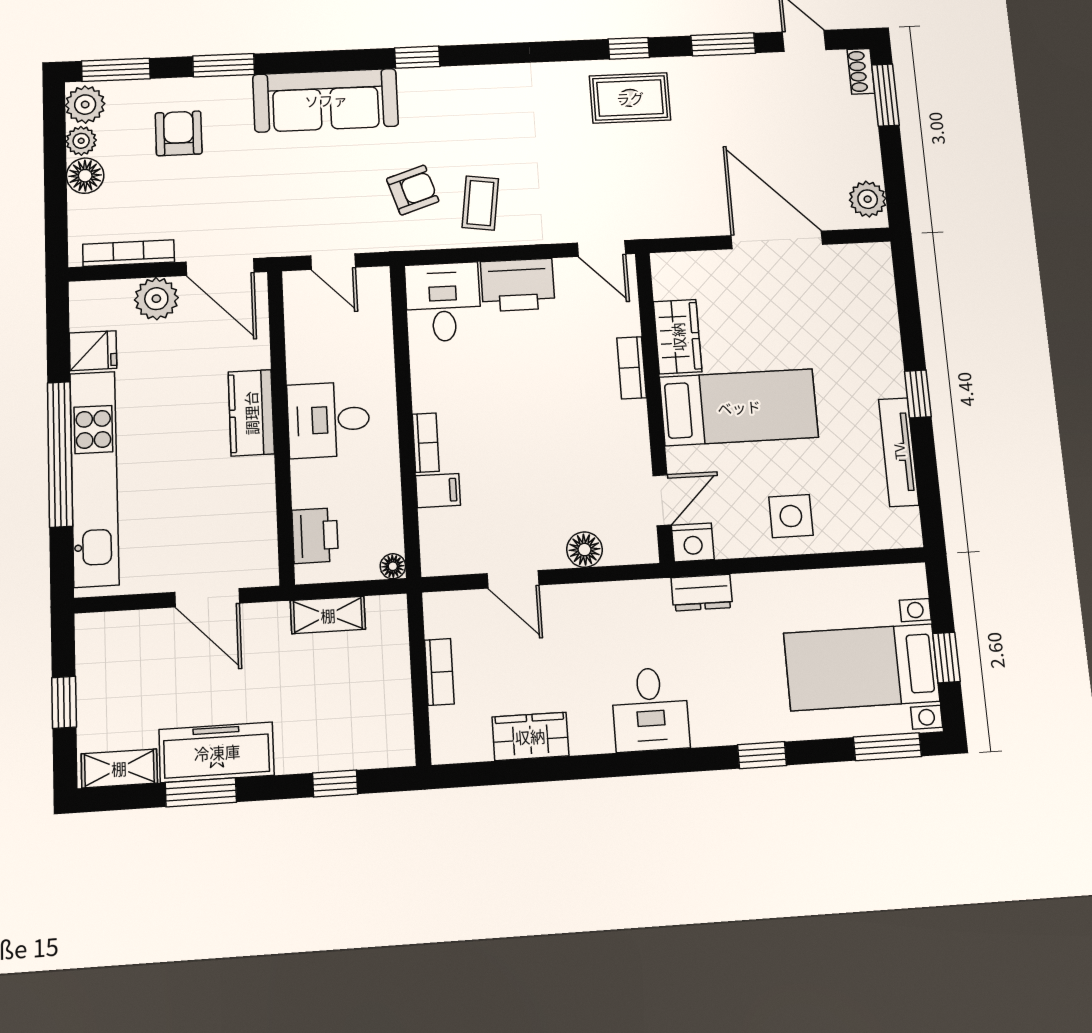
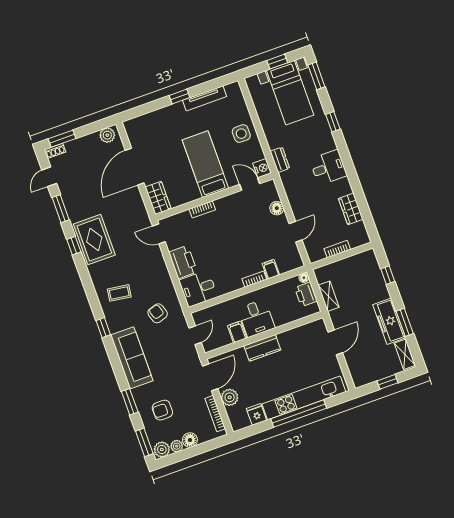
rug: (630, 98) -> (94, 239), width x1.36, depth x1.43
coffee table: (480, 203) -> (119, 293), moved
door: (601, 248) -> (159, 234), swing flipped
wardrobe: (678, 337) -> (158, 198), moved, turned 90
filing cabinet: (310, 363) -> (237, 332), added
printer: (315, 536) -> (306, 294), moved, turned -90

